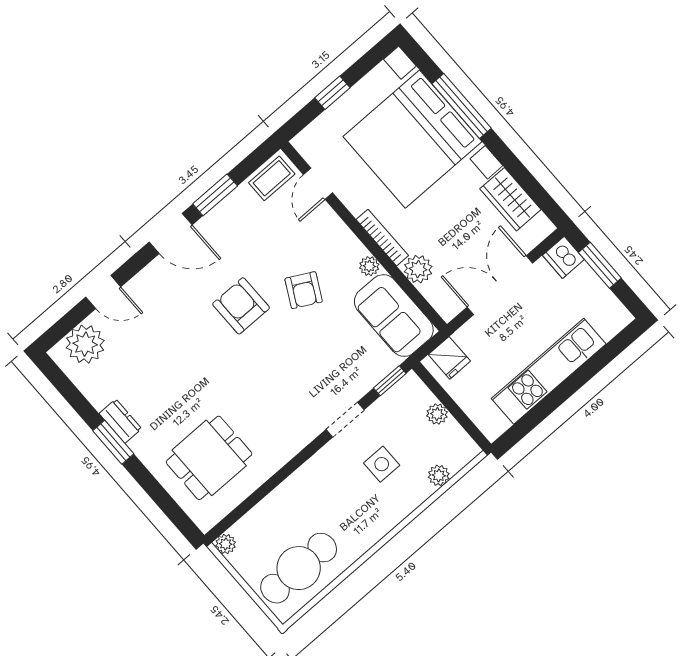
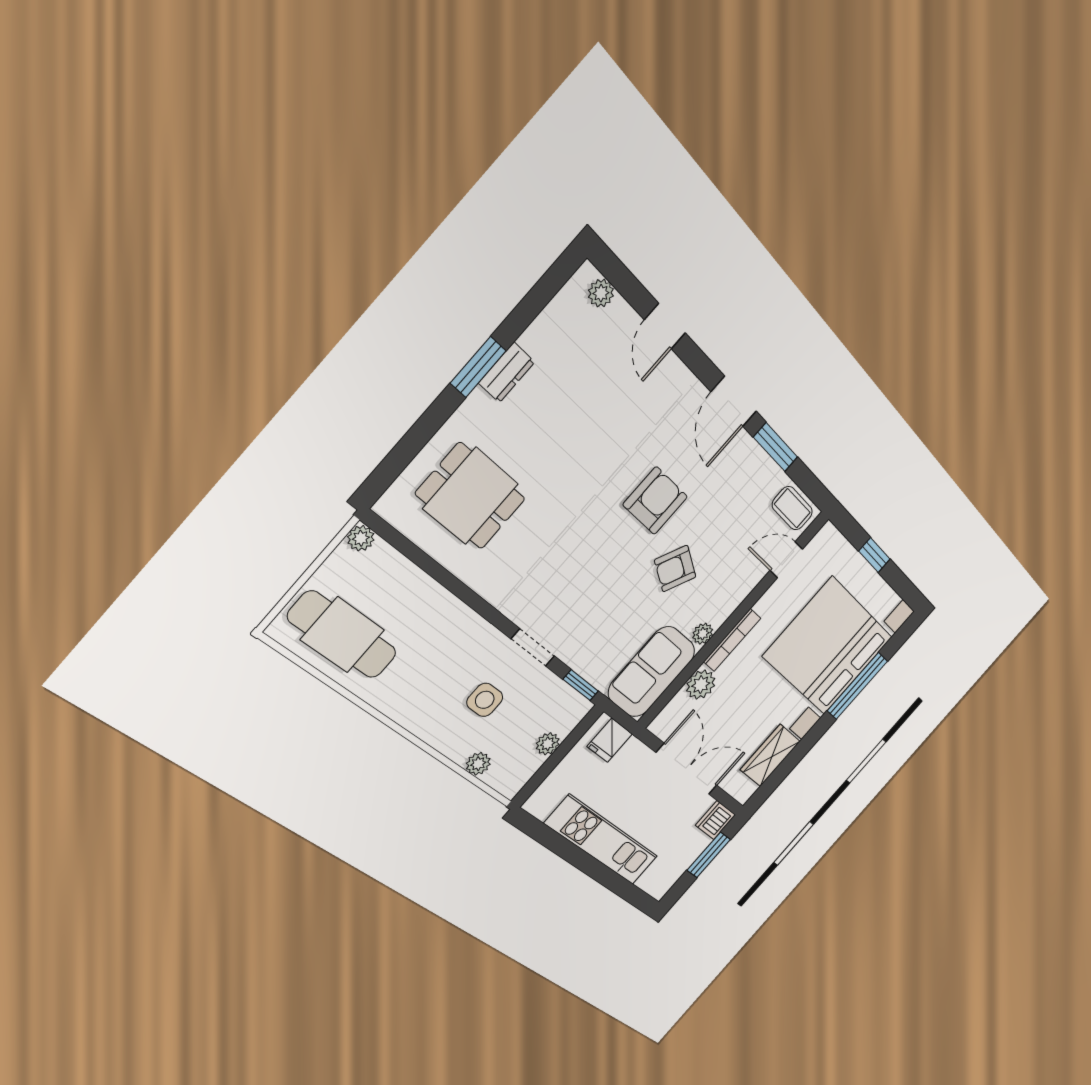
plant: (85, 344) -> (601, 293), width x0.53, depth x0.53

